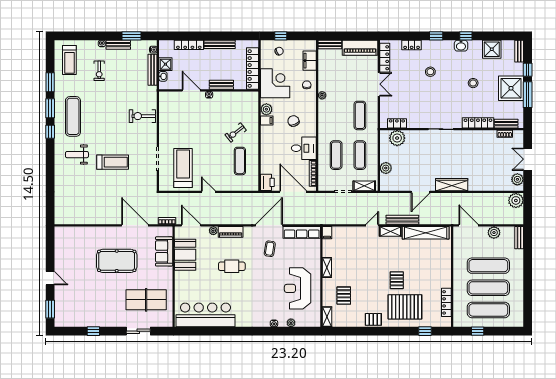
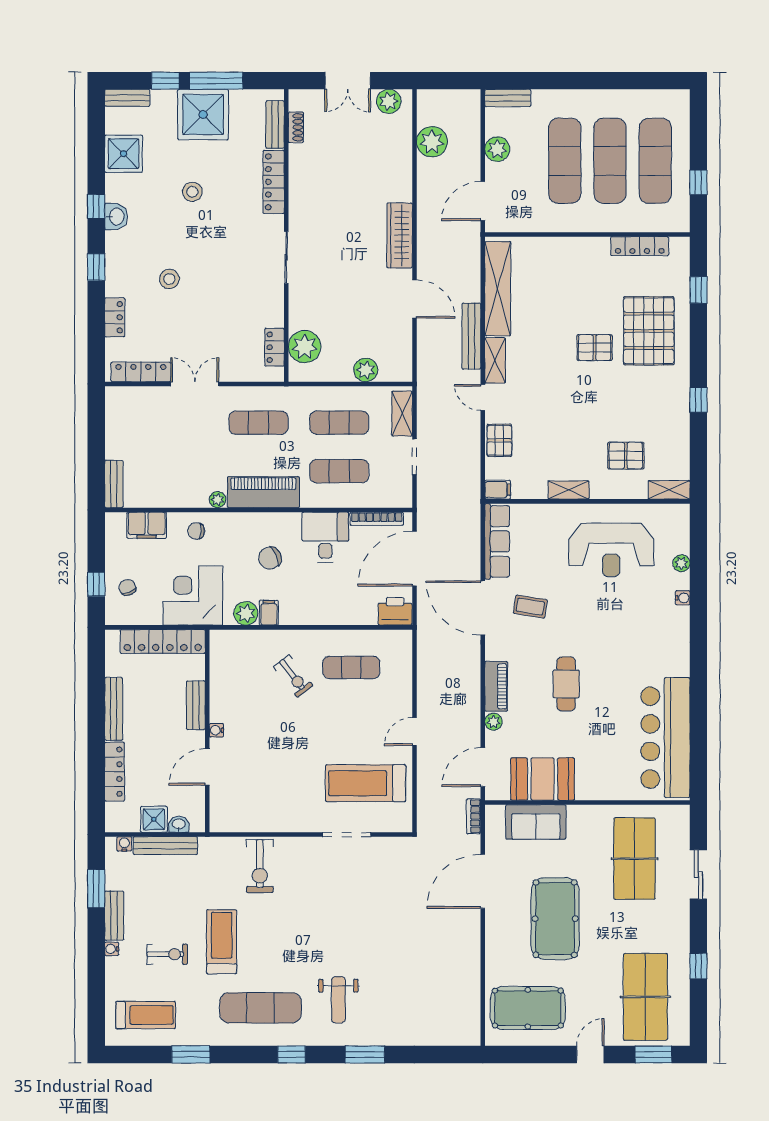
piano: (360, 48) -> (263, 492), moved, turned -90
window: (50, 108) -> (365, 1054), moved
treadmill: (113, 162) -> (222, 942), moved
plant: (516, 200) -> (432, 142), moved
pool table: (73, 247) -> (528, 1008), added
table tennis table: (78, 305) -> (645, 997), added
pallet: (373, 319) -> (499, 440), moved
window: (371, 331) -> (698, 400), added

